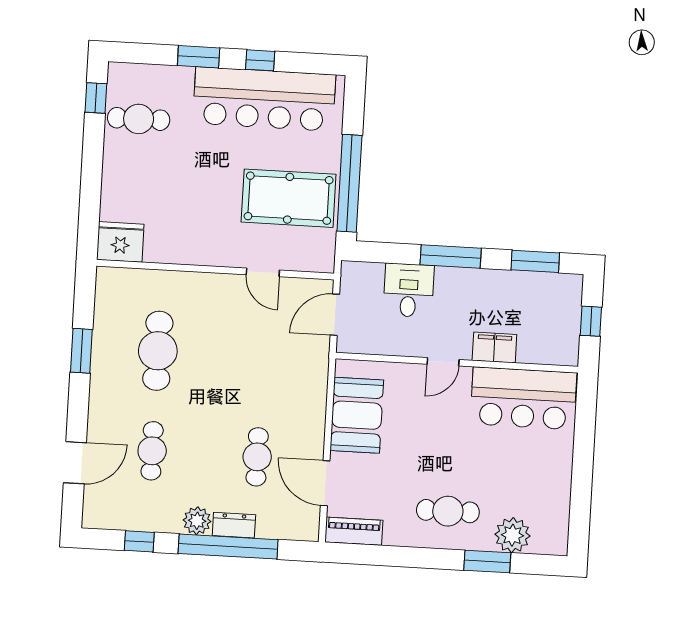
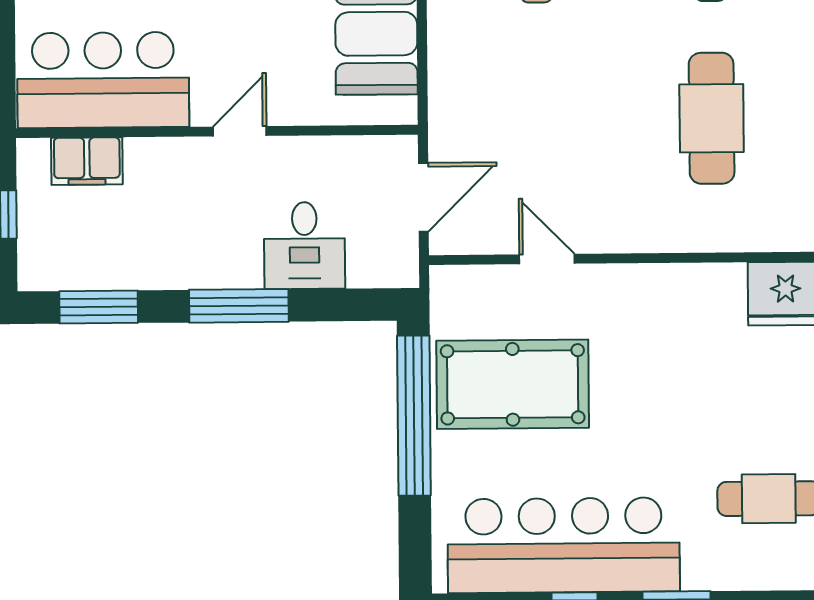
filing cabinet: (494, 347) -> (87, 161), moved

